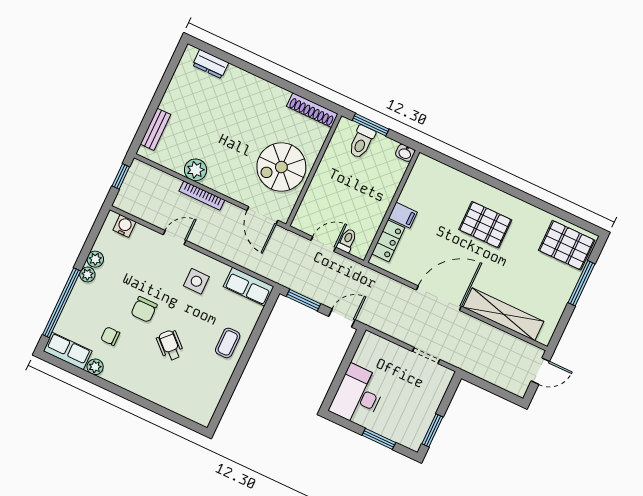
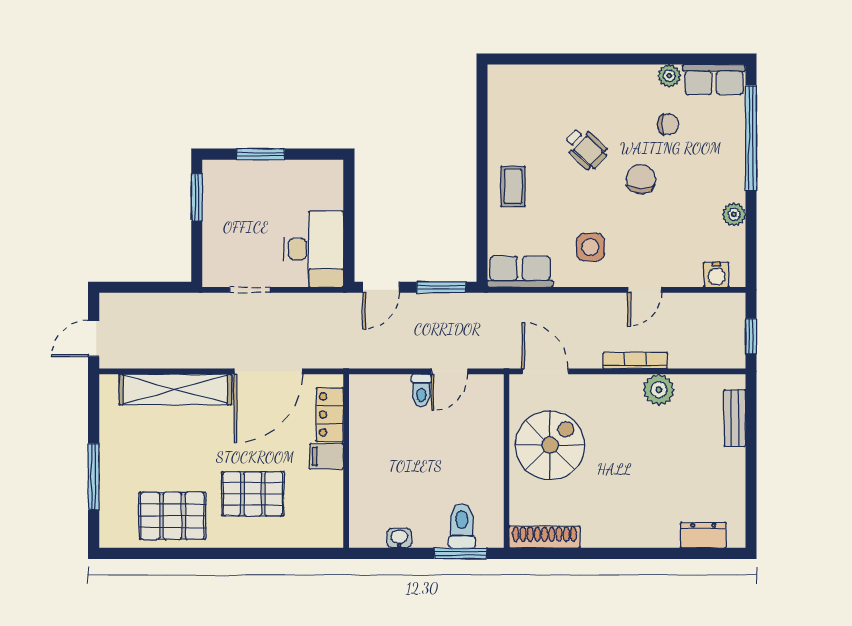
wall: (392, 206) -> (346, 461), moved
filing cabinet: (403, 215) -> (327, 456), moved
locker: (388, 241) -> (330, 415), moved
pallet: (567, 245) -> (173, 516), moved
plant: (87, 274) -> (735, 190), removed
desk: (358, 395) -> (314, 249), moved

